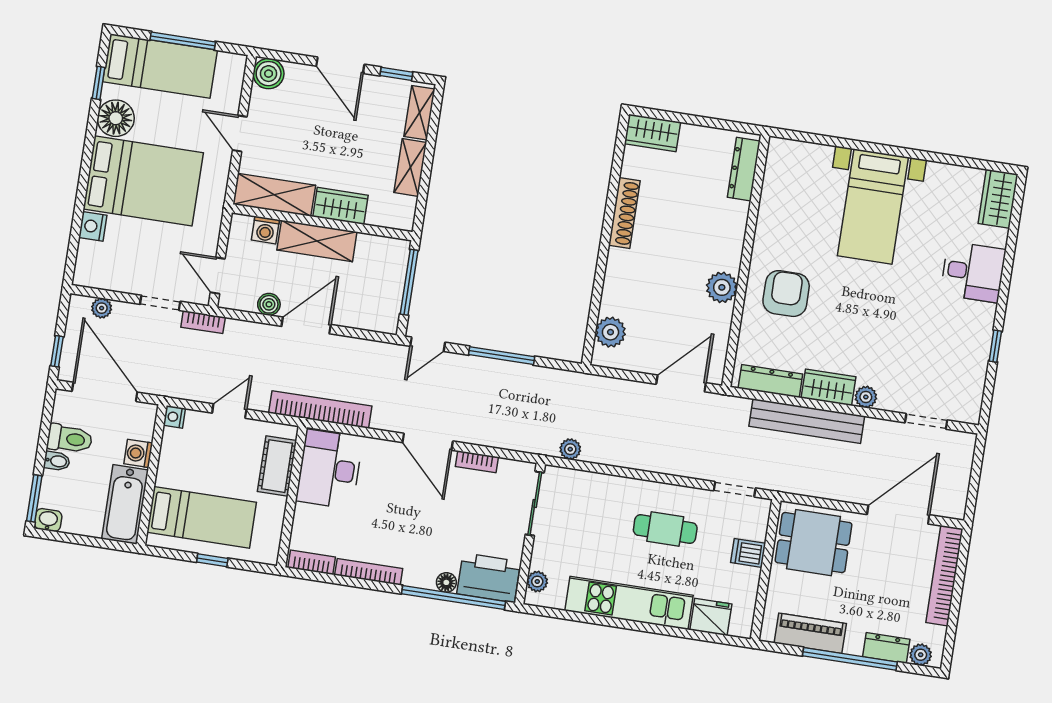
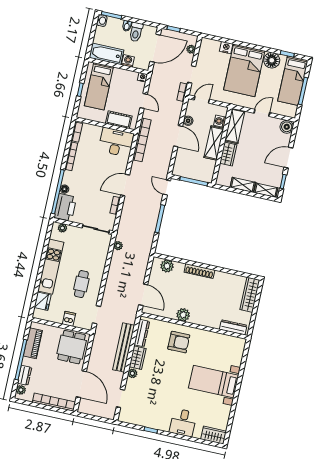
wardrobe: (652, 133) -> (250, 295), width x1.50
shoe rack: (624, 213) -> (199, 271), moved

